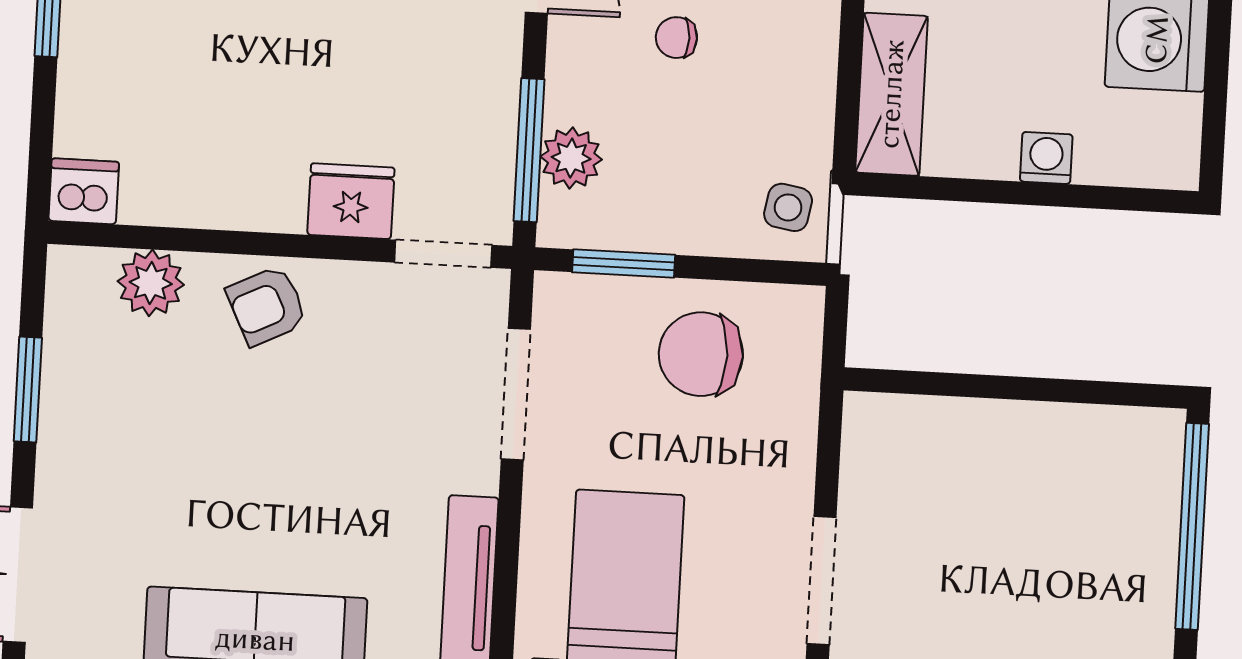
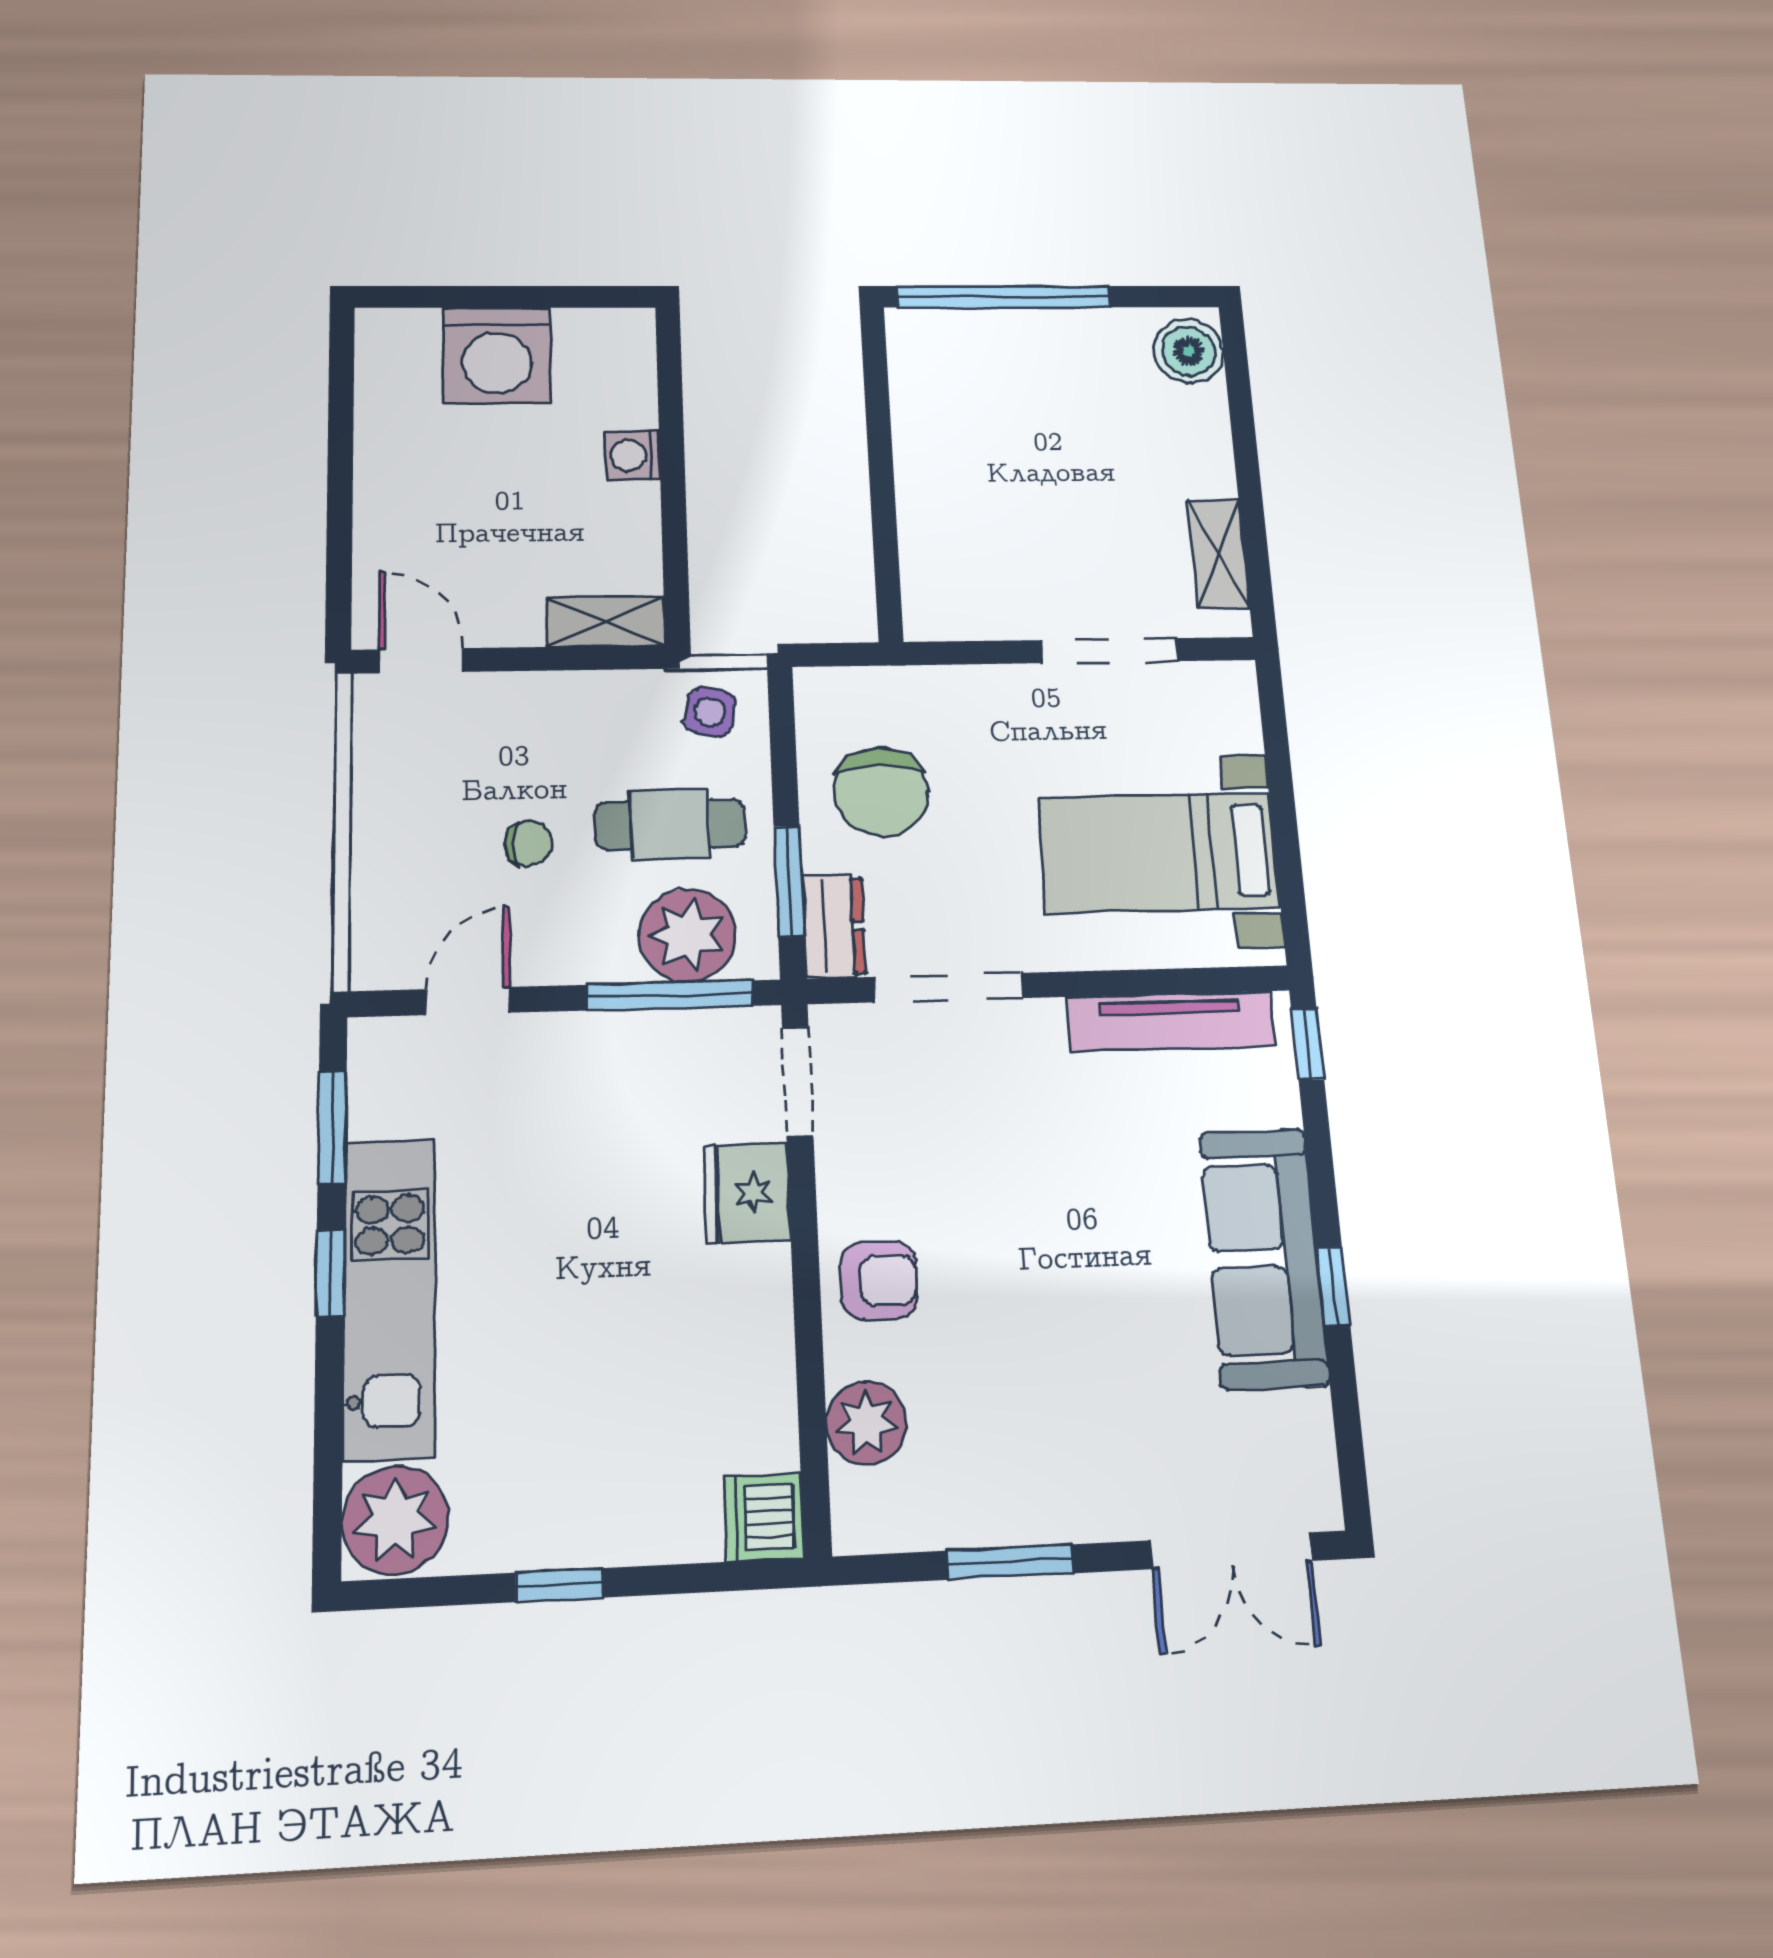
chair: (676, 38) -> (528, 844), turned -90
shelving: (891, 94) -> (605, 622), width x0.67, depth x0.75
plant: (571, 158) -> (687, 935), width x1.36, depth x1.36
cafe table: (685, 163) -> (670, 824), added
dresser: (579, 299) -> (834, 926), added
armchair: (267, 306) -> (879, 1281), turned -64

